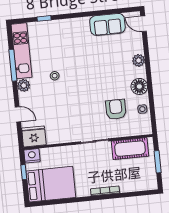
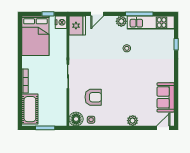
floor lamp: (139, 86) -> (76, 119), moved
cot: (130, 149) -> (30, 109), moved

